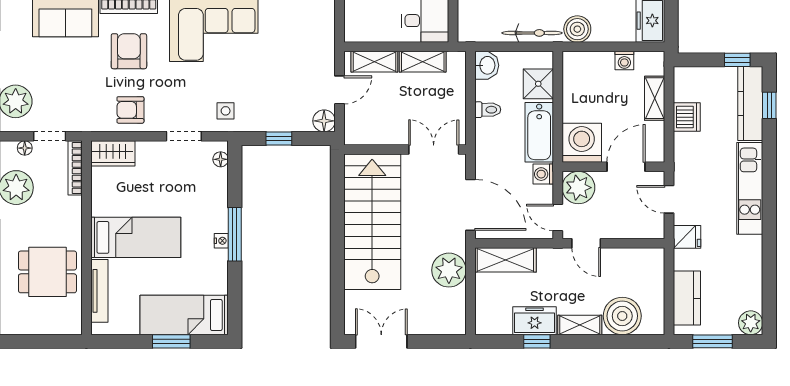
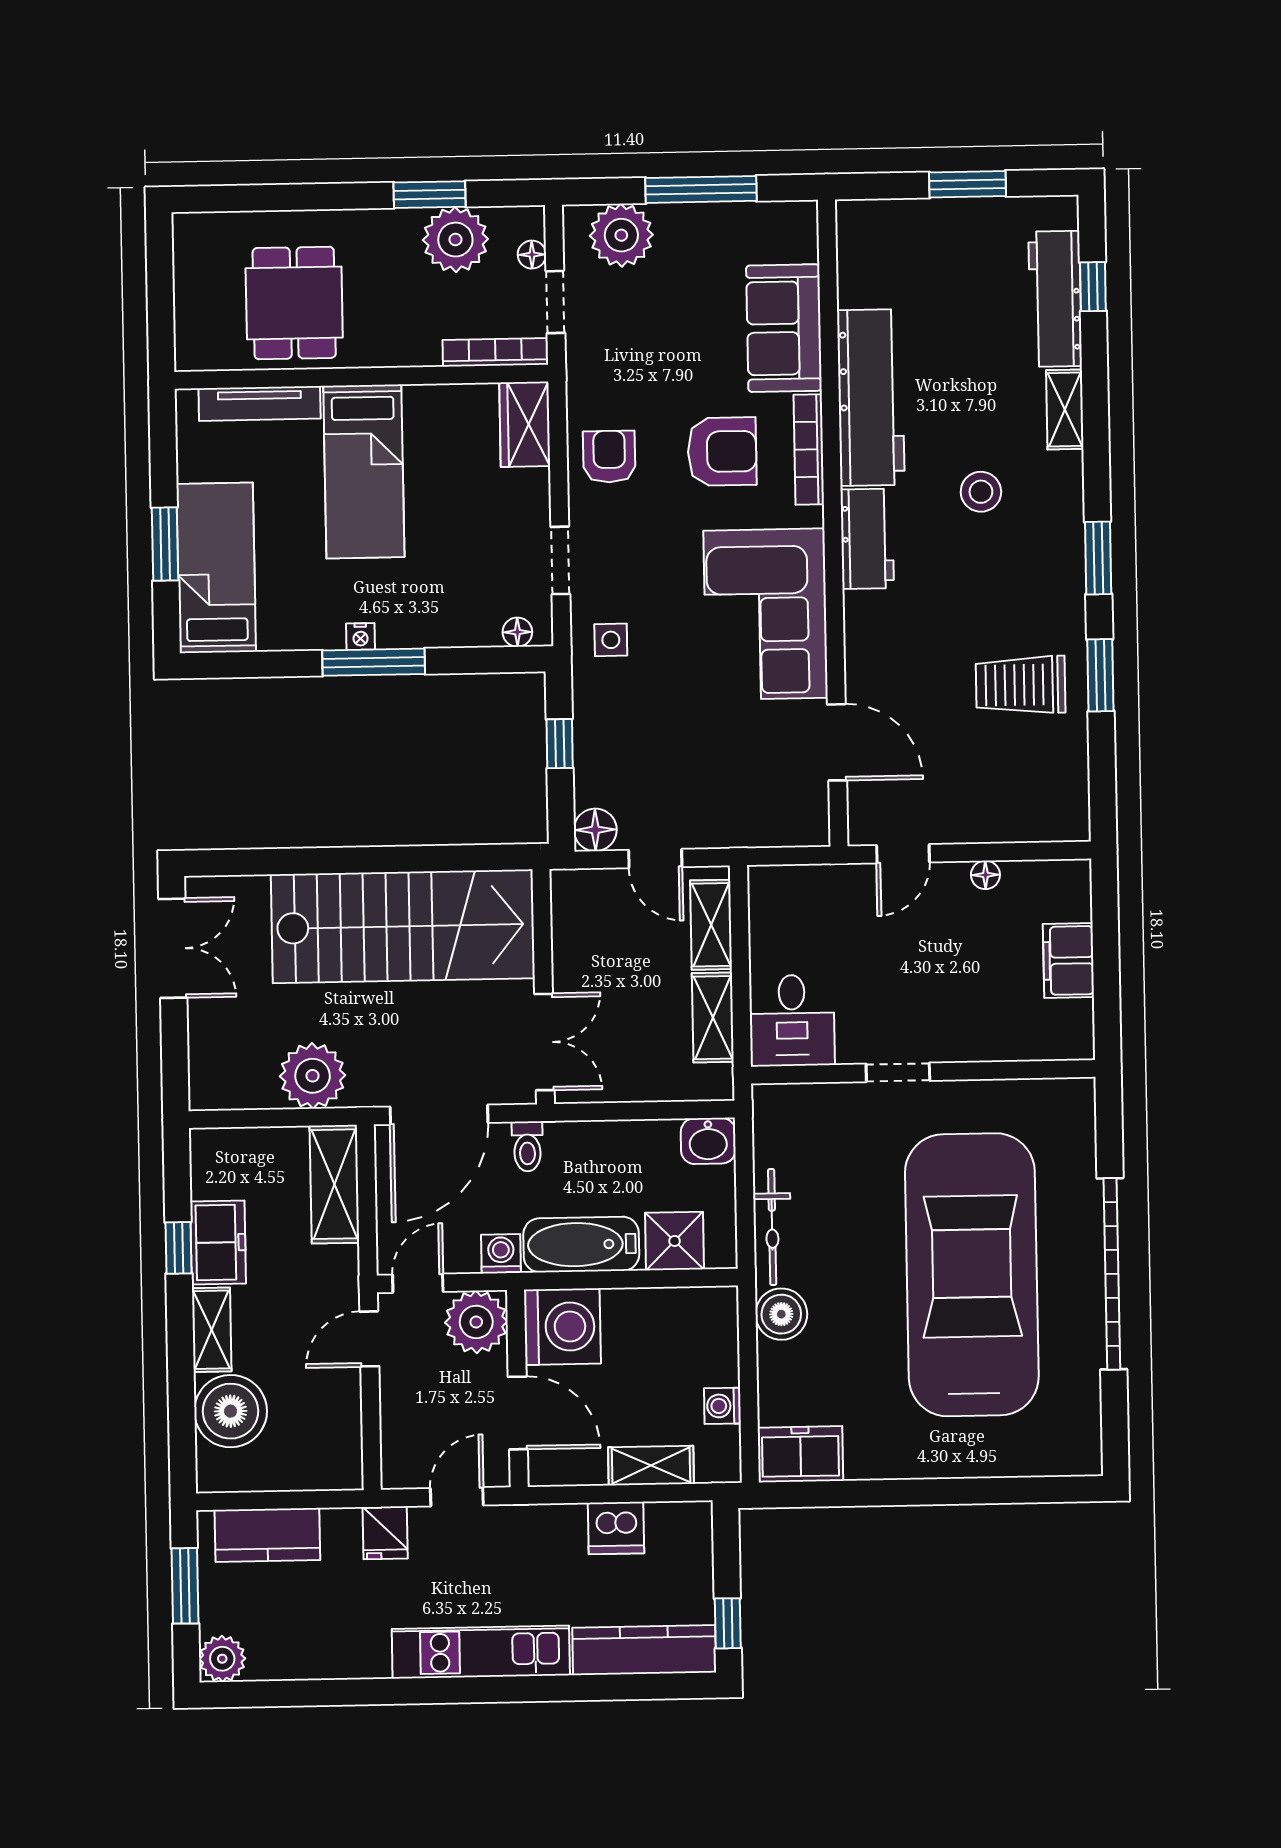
window: (769, 105) -> (641, 1687), removed
toilet: (488, 110) -> (527, 1146), moved

